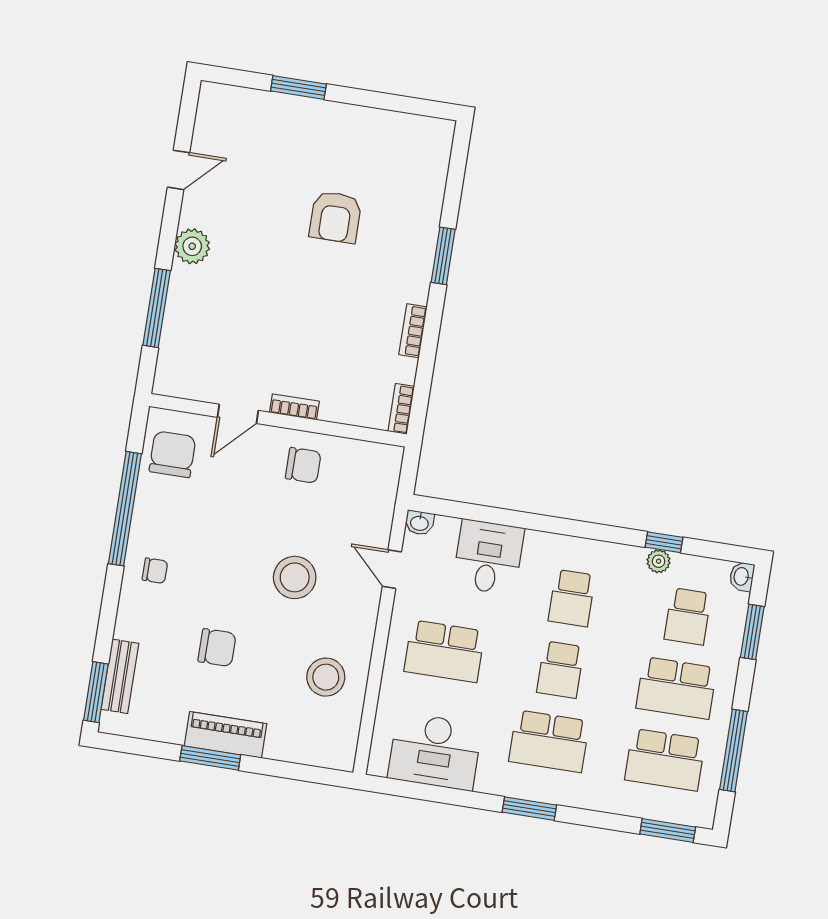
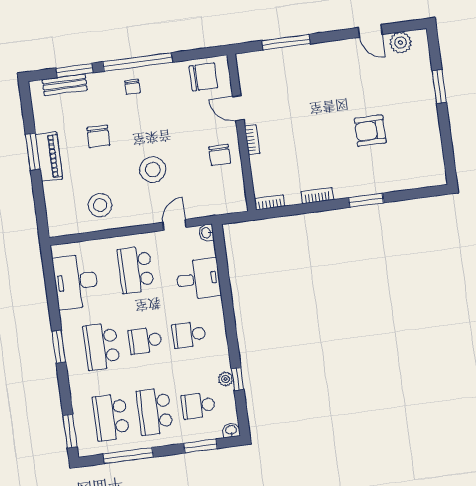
plant: (192, 246) -> (400, 43), moved
window: (125, 509) -> (138, 62), moved
window: (96, 692) -> (74, 70), moved

